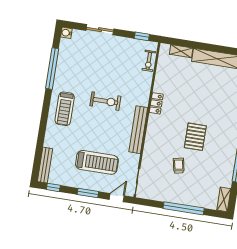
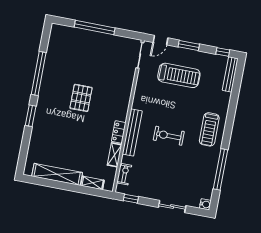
treadmill: (65, 109) -> (209, 129), turned 180
bench: (138, 130) -> (132, 132), moved
treadmill: (97, 162) -> (179, 75), turned 180
trolley: (179, 166) -> (98, 70), removed
shelving: (224, 199) -> (114, 155), moved

